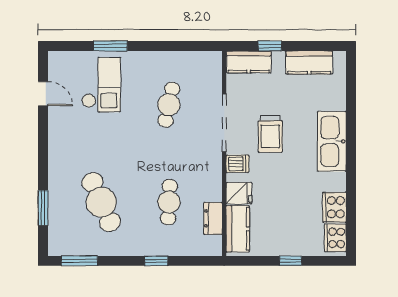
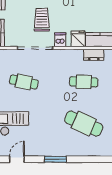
trolley: (270, 134) -> (42, 20), turned -90
cafe table: (101, 202) -> (84, 124), turned 48
window: (43, 208) -> (55, 159), moved

